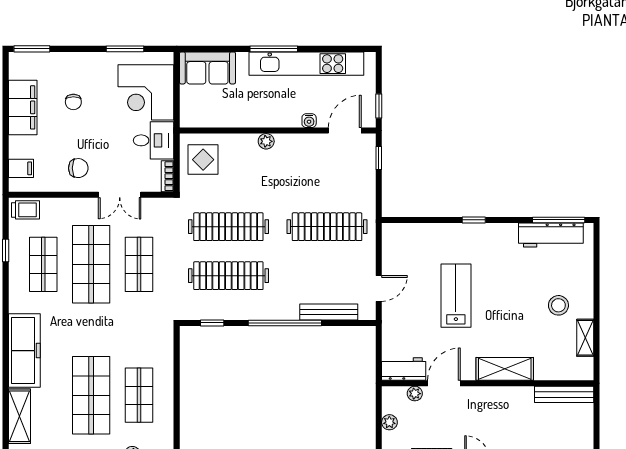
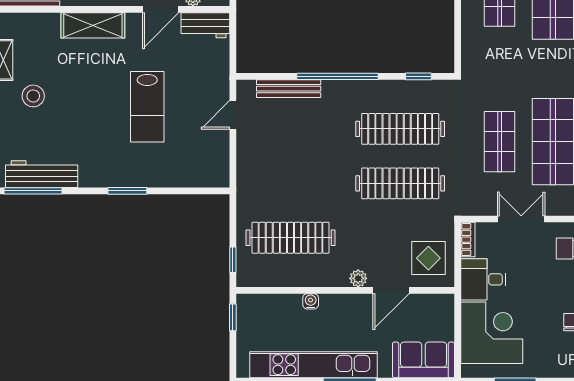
door: (345, 131) -> (391, 290), moved
window: (474, 220) -> (127, 191), width x1.50
clothes rail: (327, 227) -> (291, 238), moved

